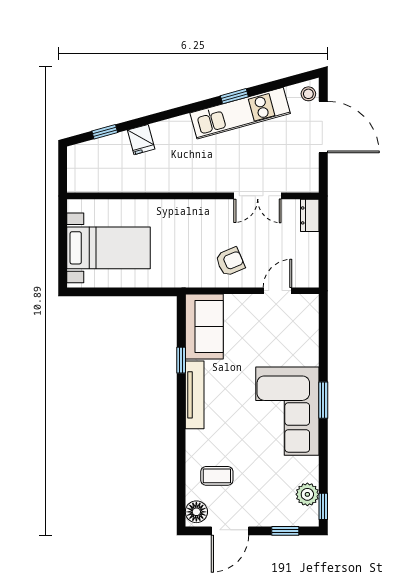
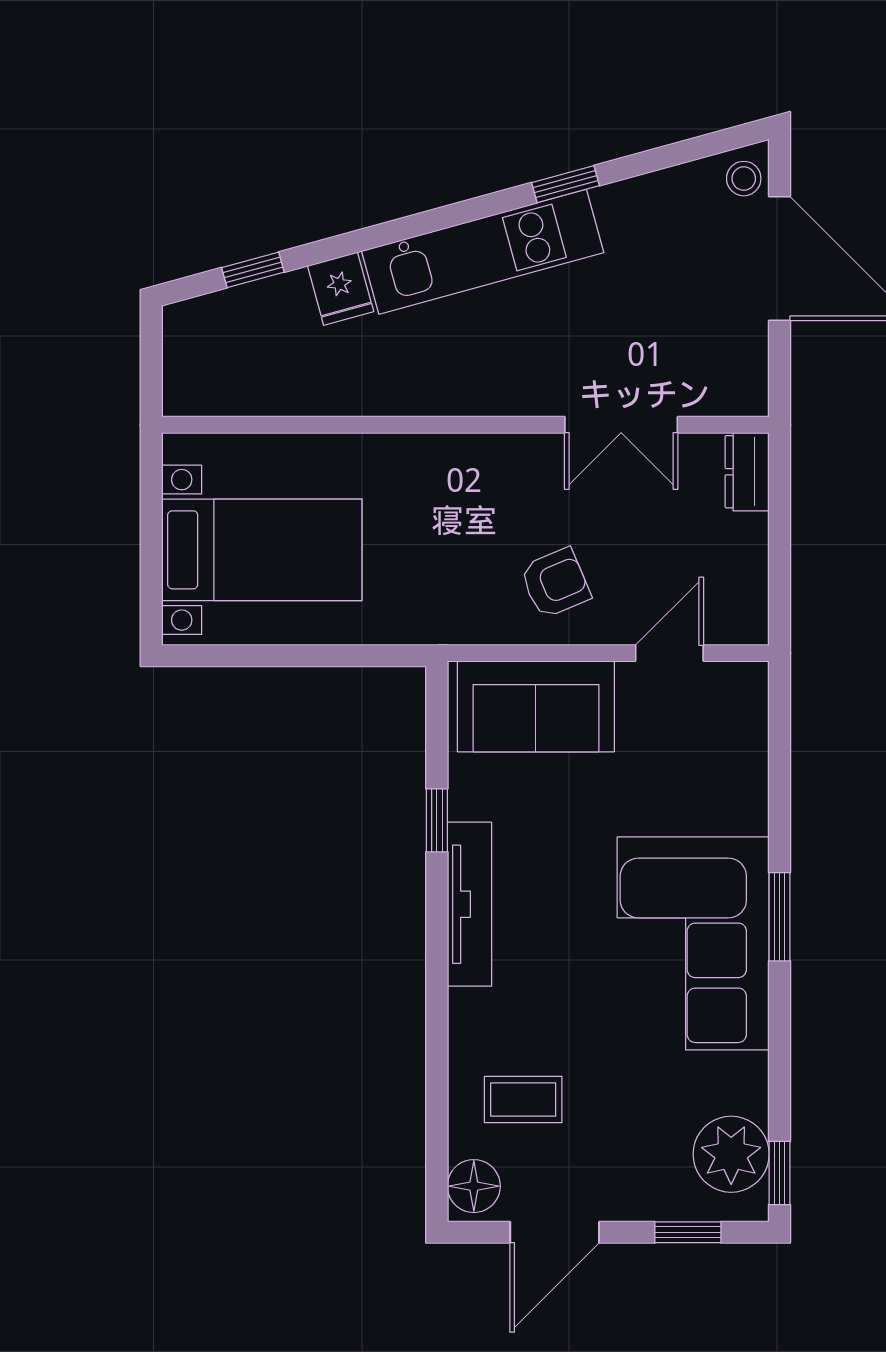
kitchen unit: (240, 113) -> (483, 252), moved
sofa: (204, 327) -> (536, 706), moved, turned 90
plant: (307, 494) -> (731, 1154), width x1.36, depth x1.36

